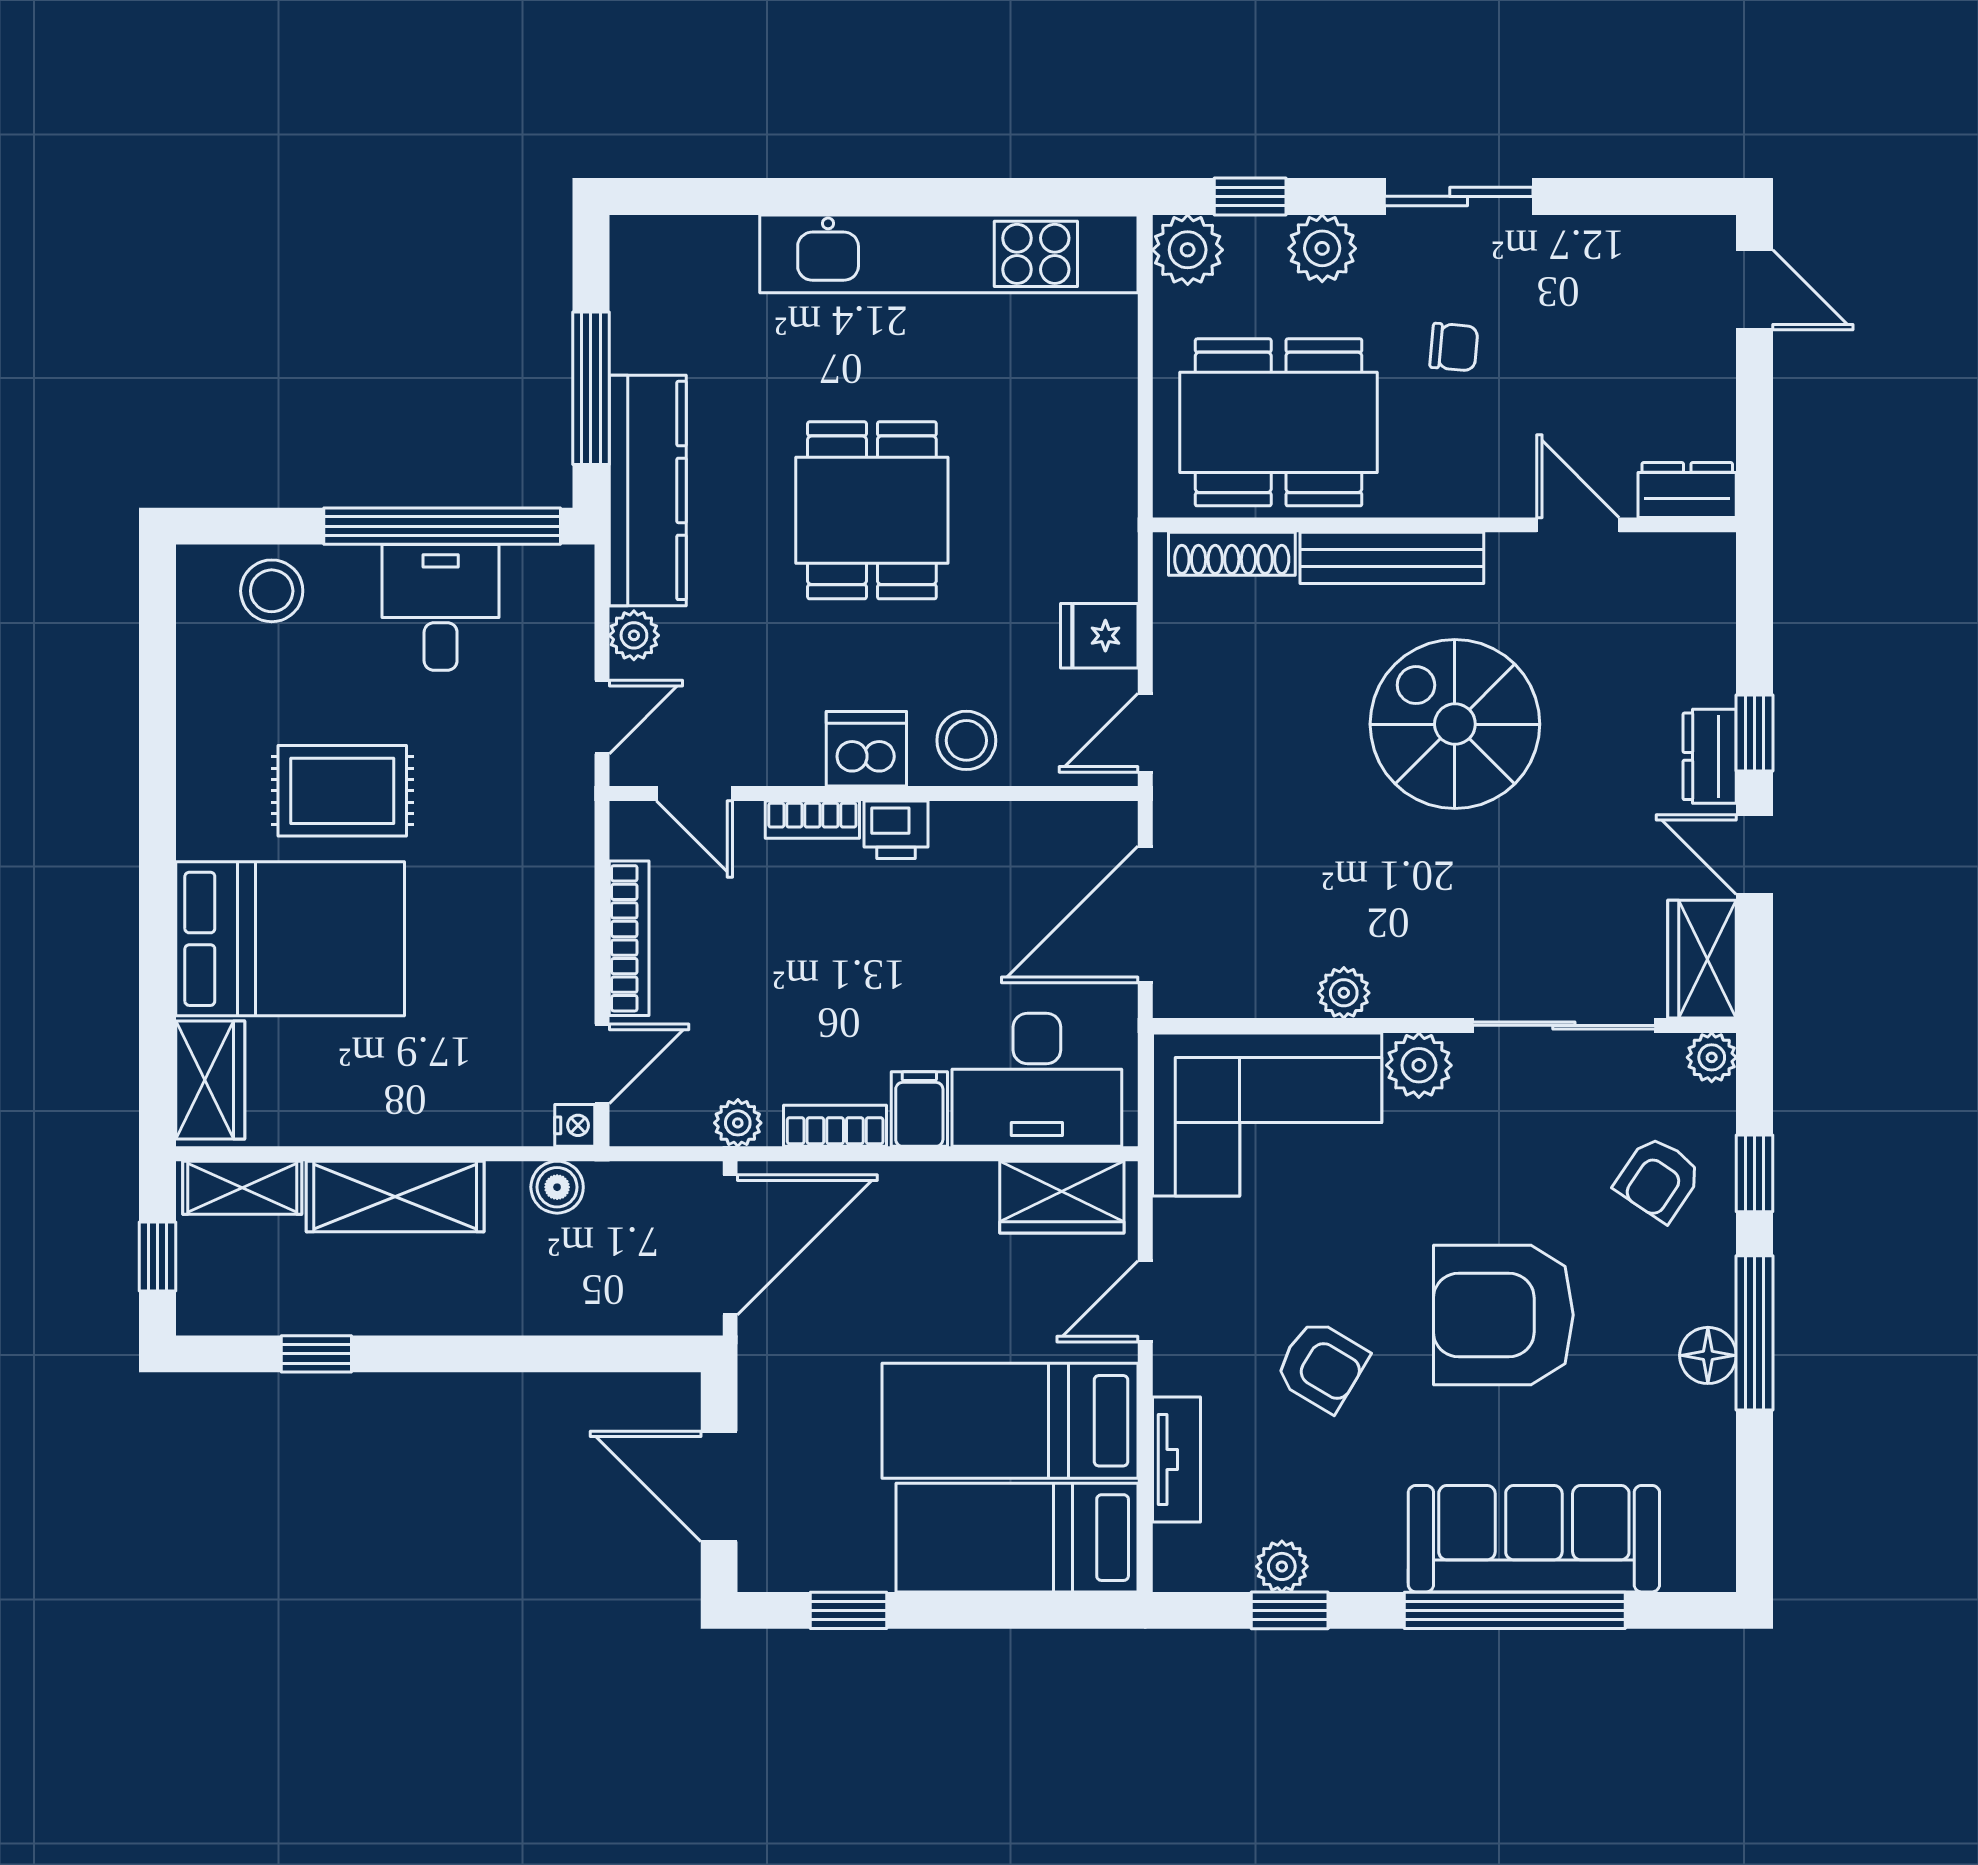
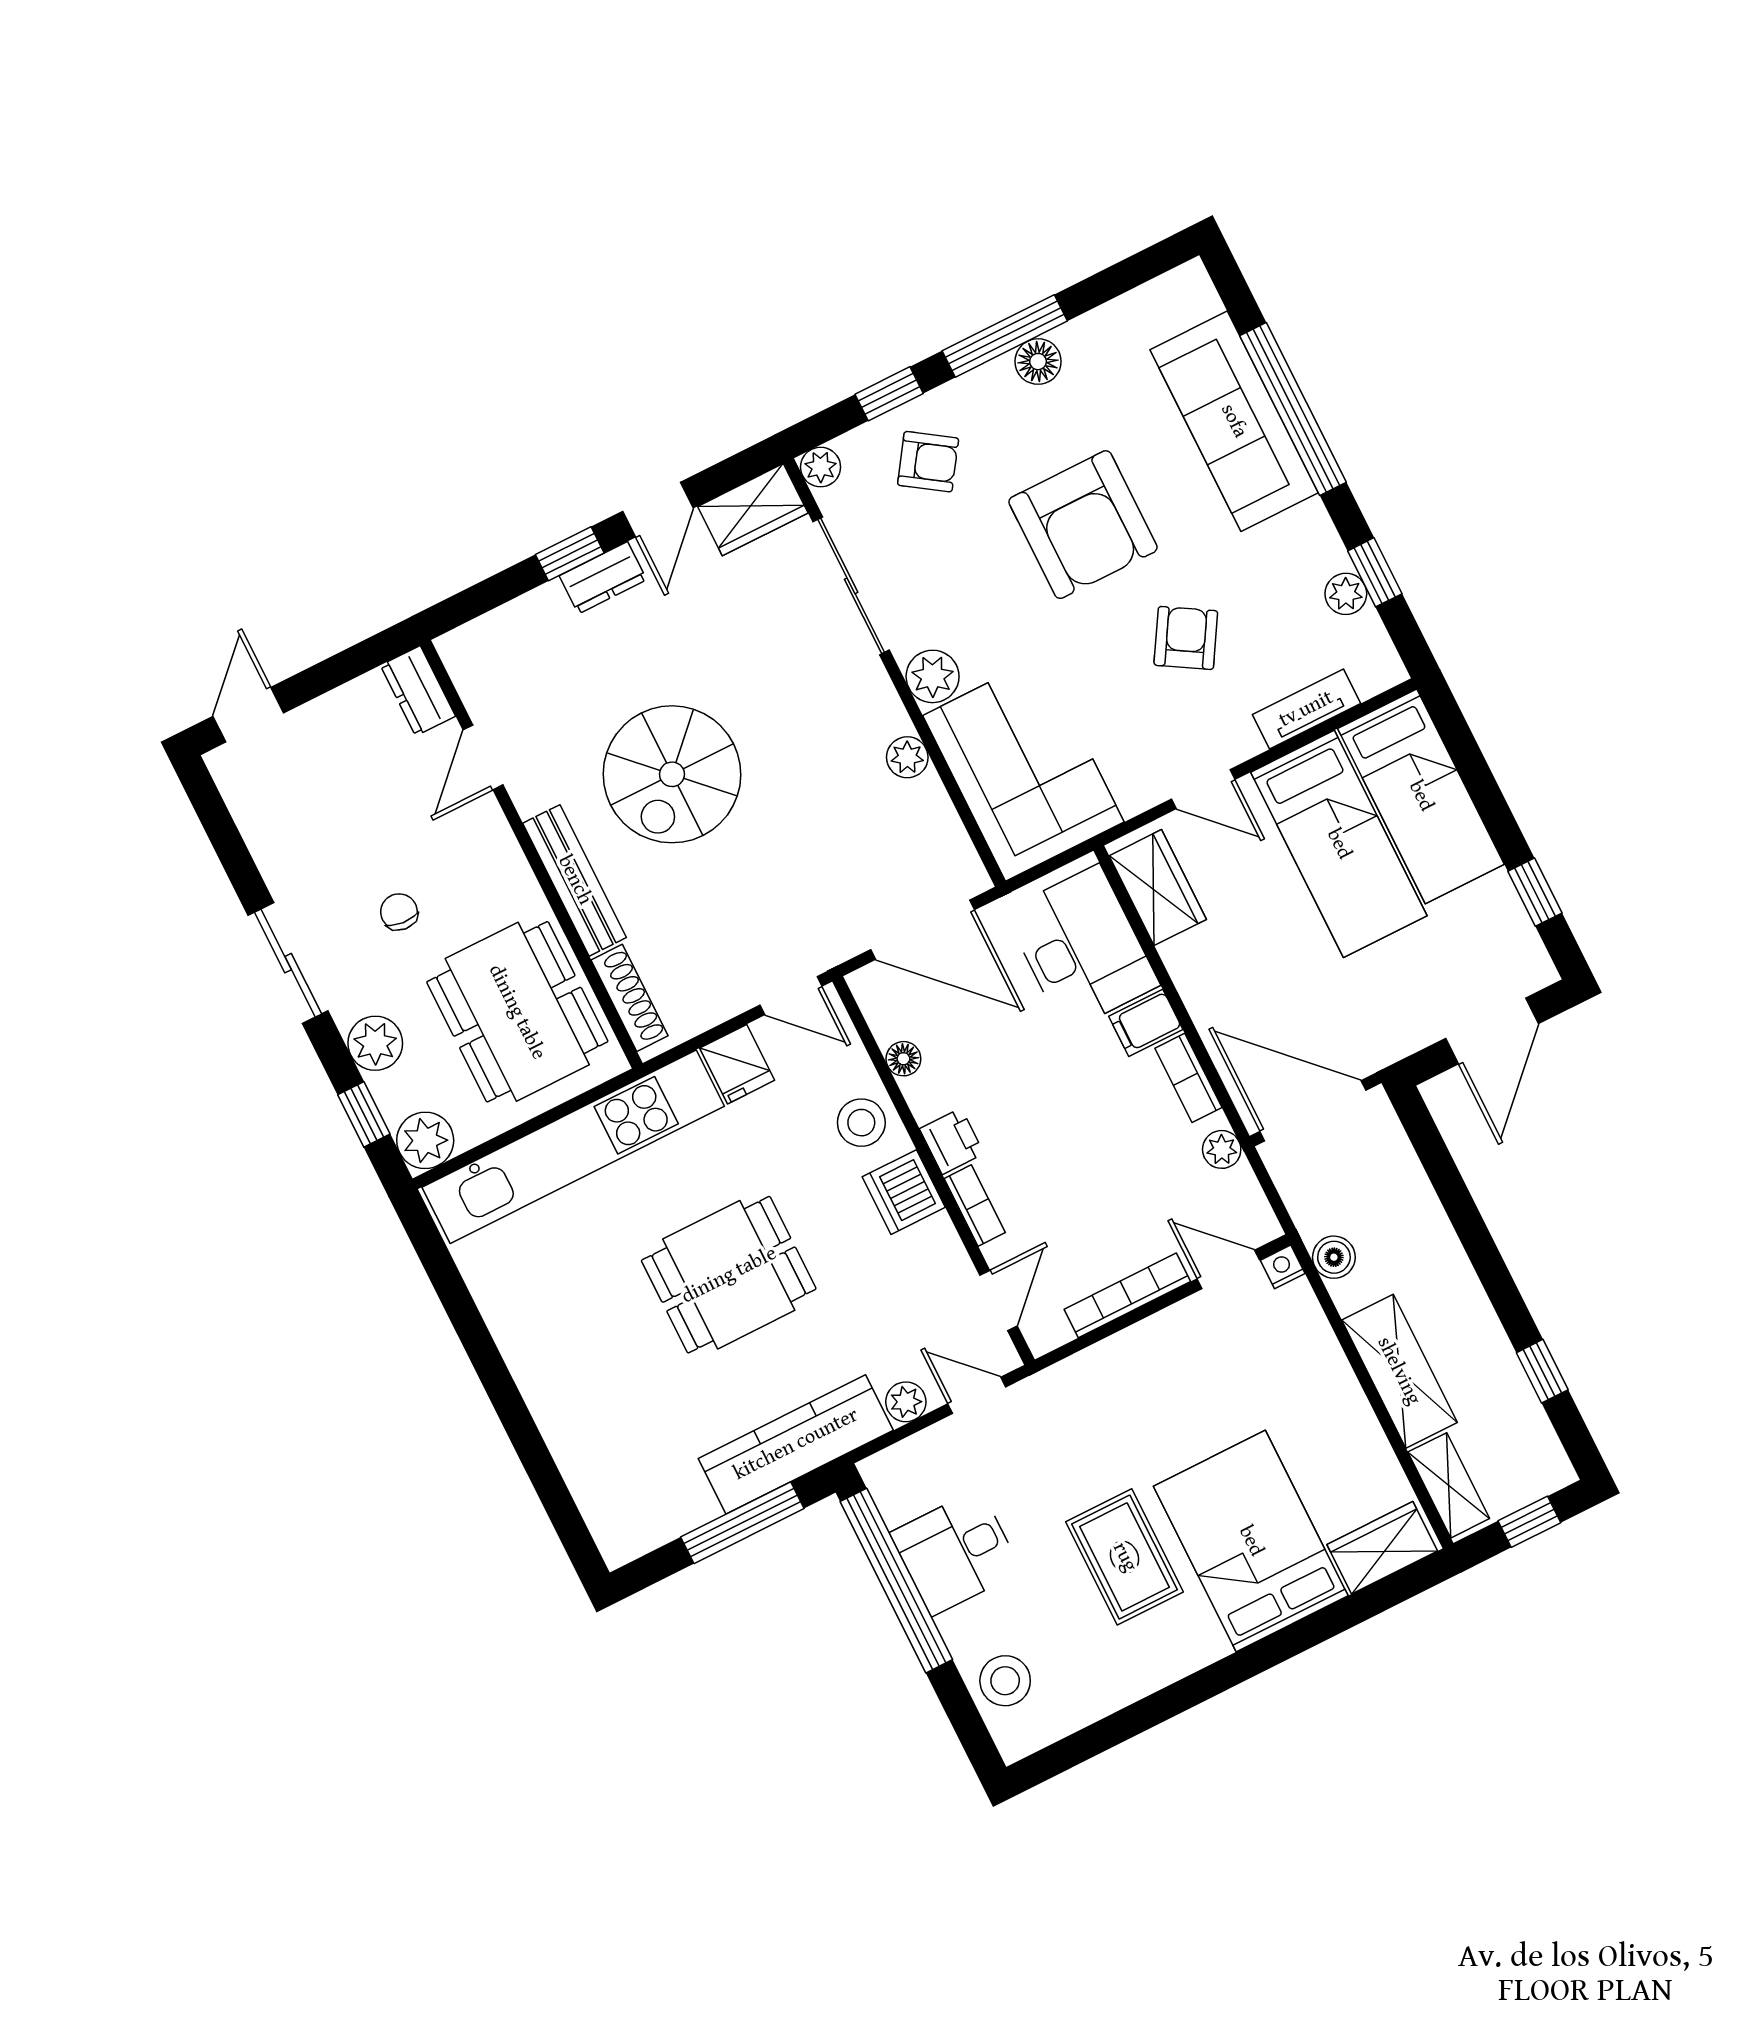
kitchen unit: (949, 254) -> (573, 1147), moved, turned 90
floor lamp: (1014, 822) -> (903, 1059), added

